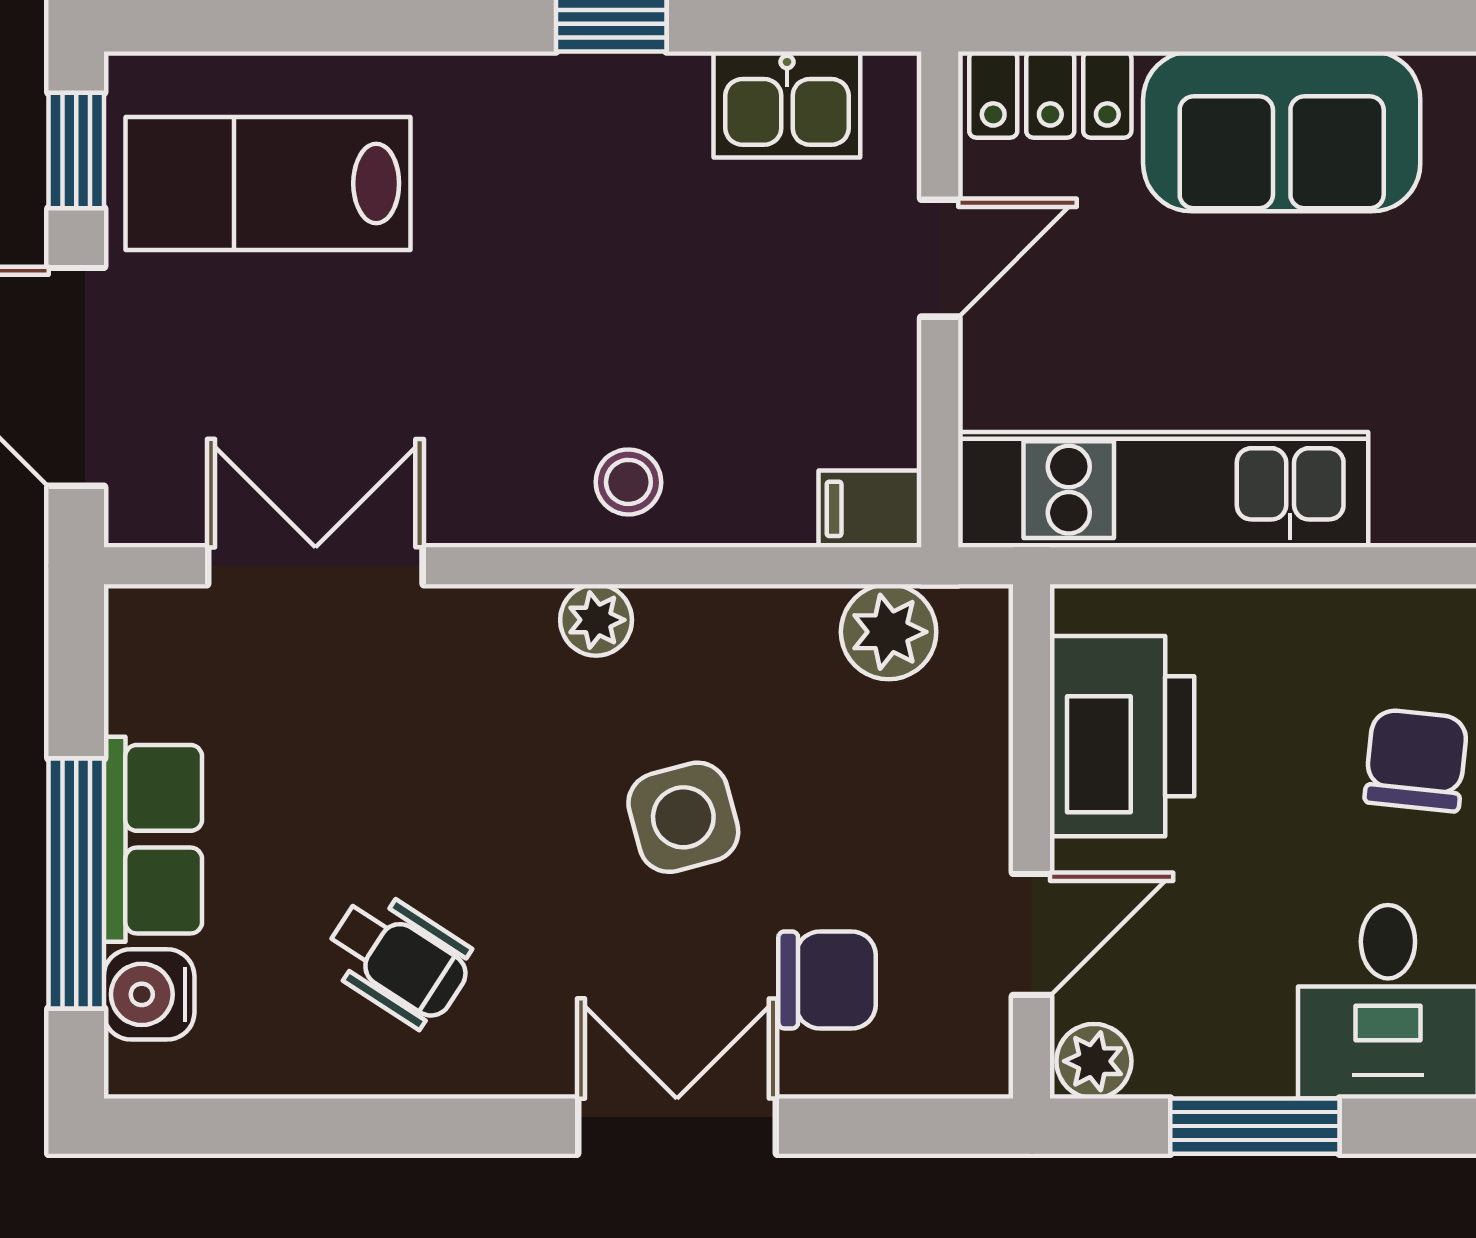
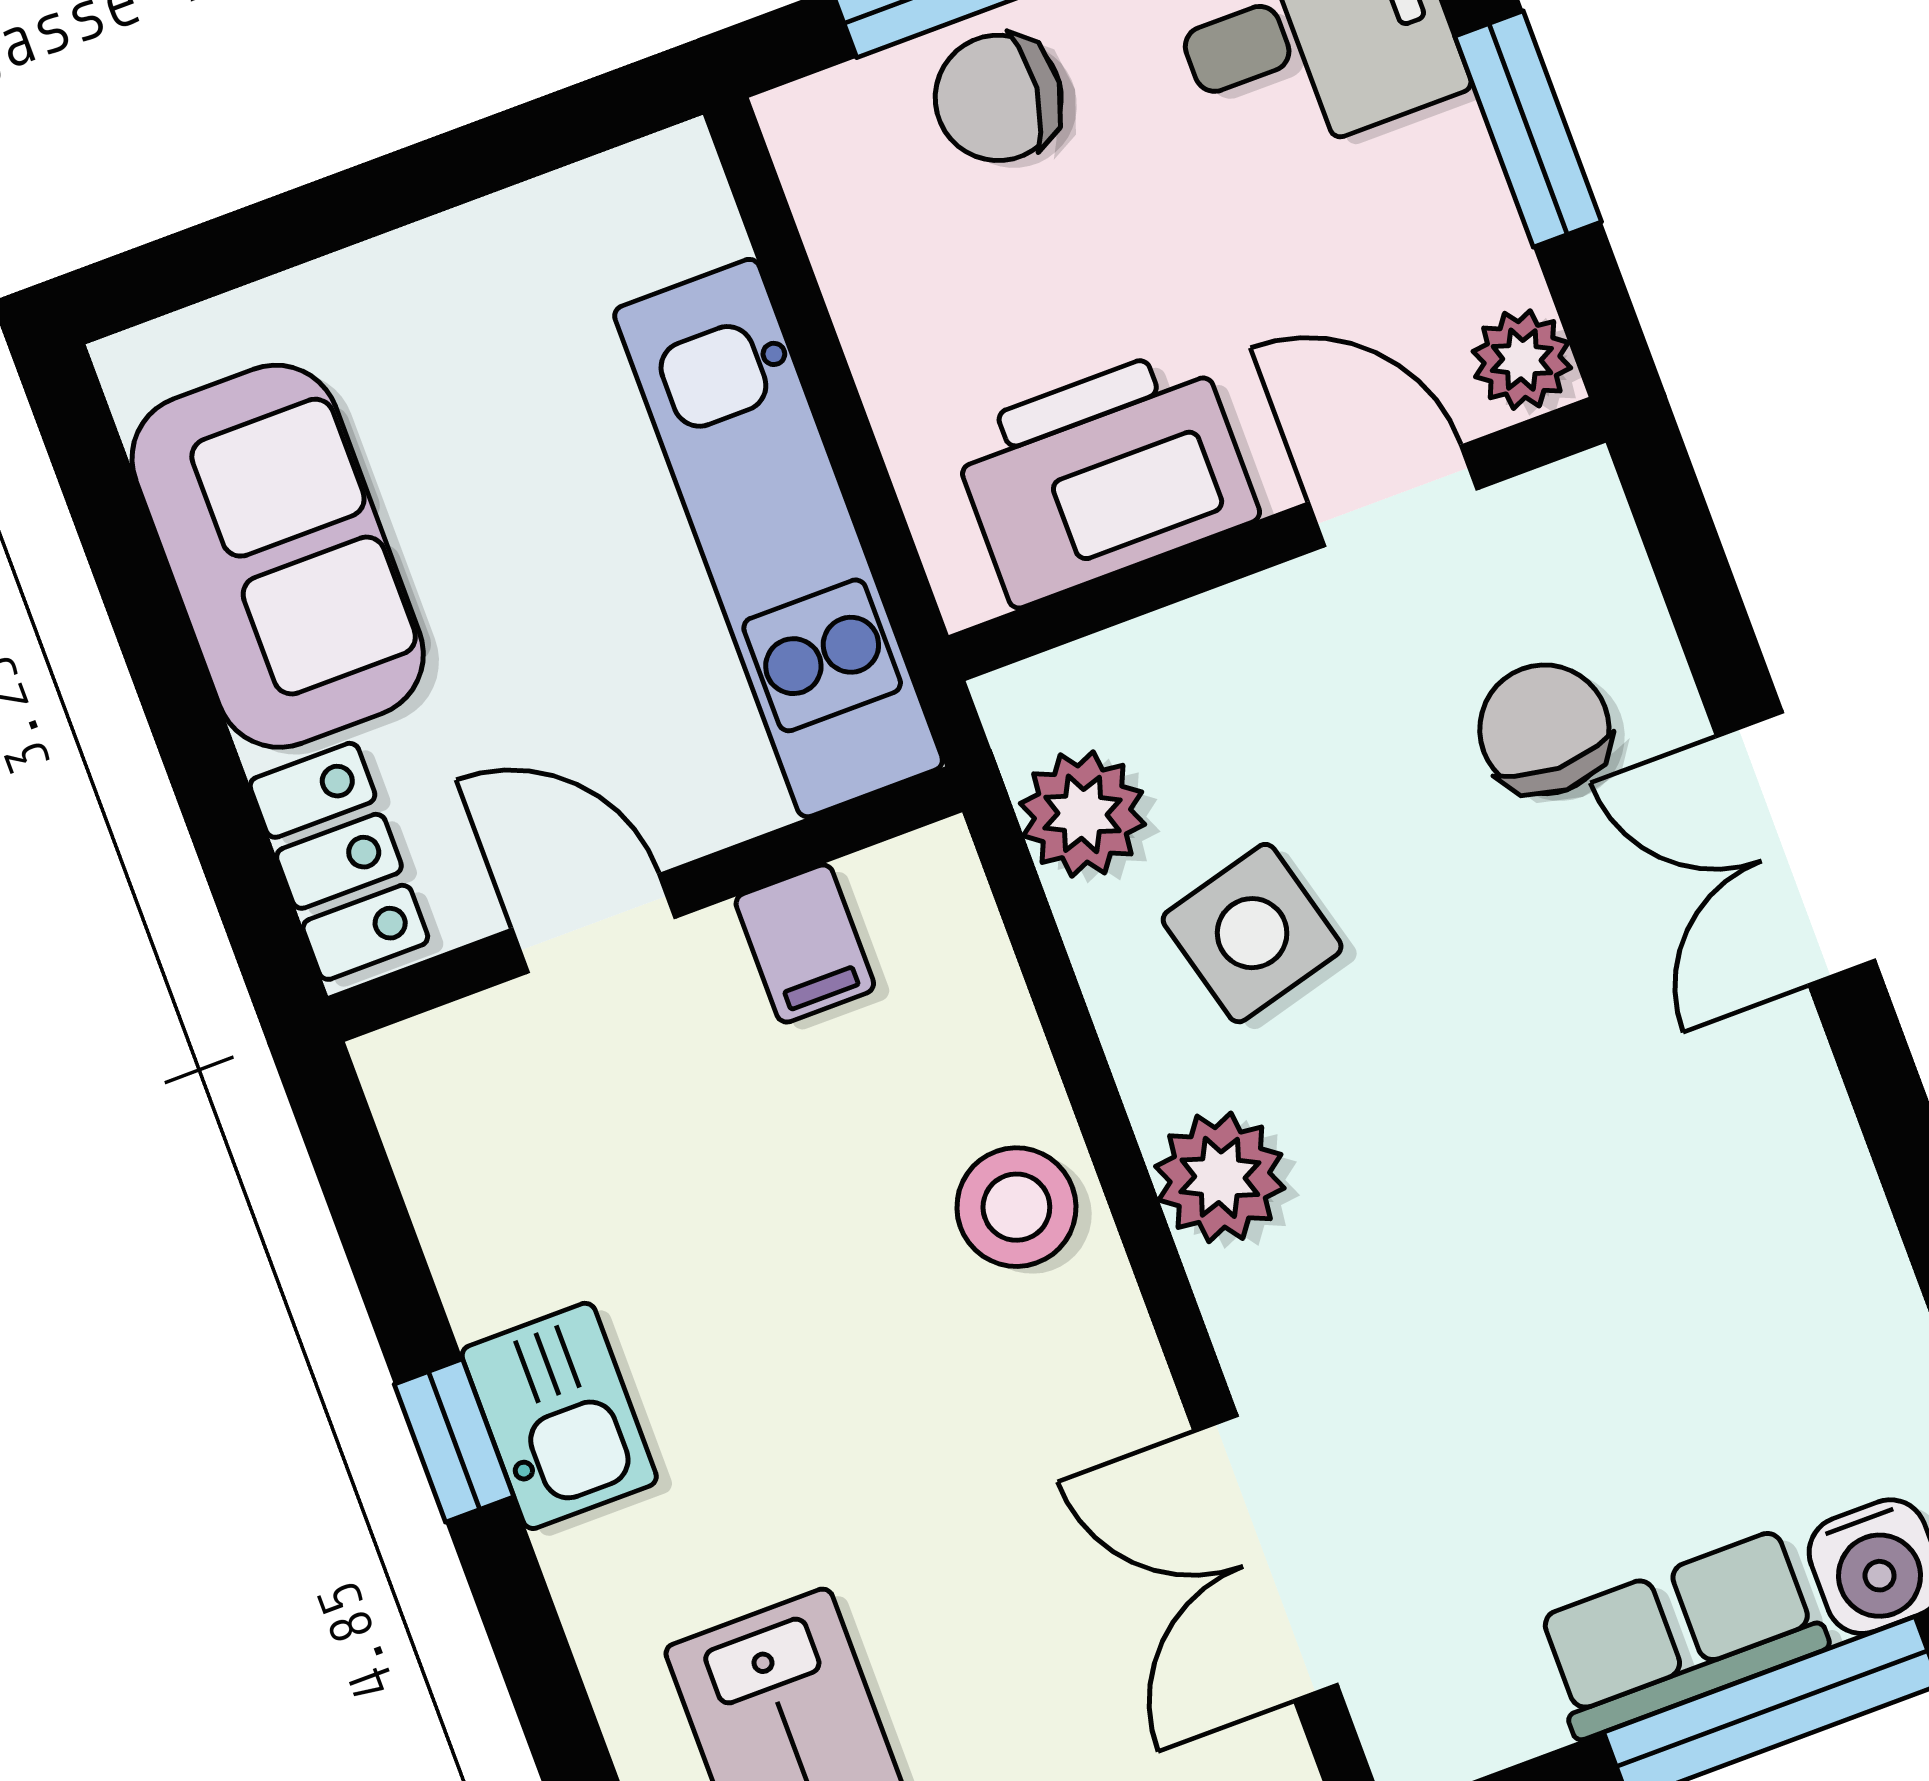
kitchen sink: (787, 104) -> (559, 1416), moved
stool: (628, 482) -> (1016, 1207), width x1.37, depth x1.37
filing cabinet: (870, 509) -> (805, 944), moved
plant: (596, 620) -> (1220, 1177), width x1.38, depth x1.38
side table: (683, 817) -> (1252, 933), moved
wheelchair: (399, 959) -> (1716, 1273), removed

